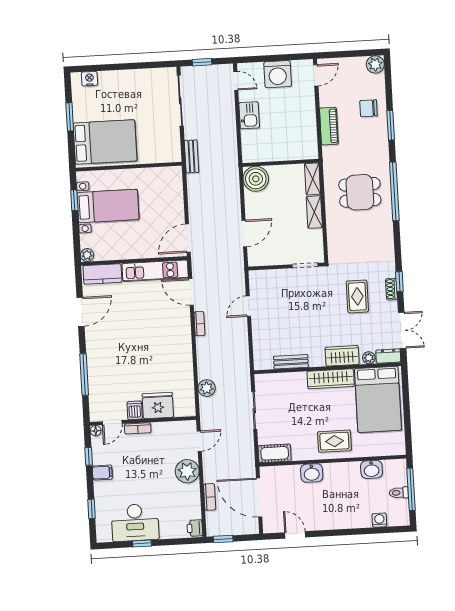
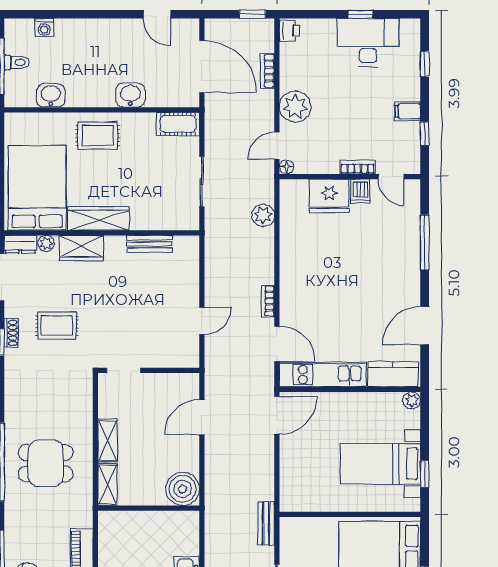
rug: (357, 296) -> (57, 326), turned 90
door: (112, 423) -> (391, 177), swing flipped
floor lamp: (96, 431) -> (286, 167), moved

